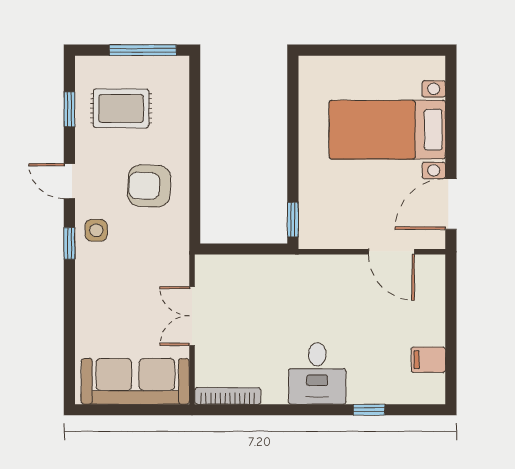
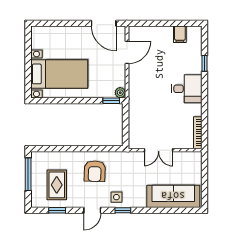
bed with nightstands: (387, 130) -> (59, 74), moved, turned -90
plant: (309, 238) -> (120, 93), added
sofa: (135, 381) -> (173, 196), moved, turned 90

